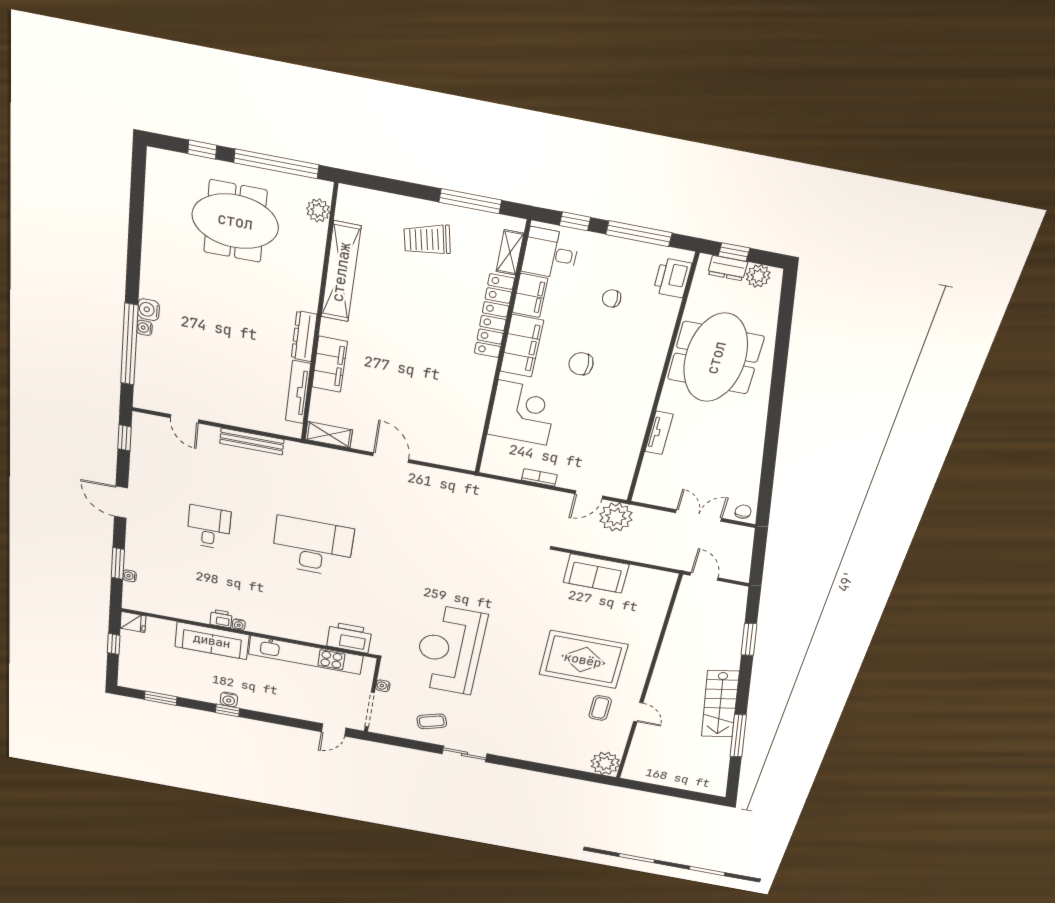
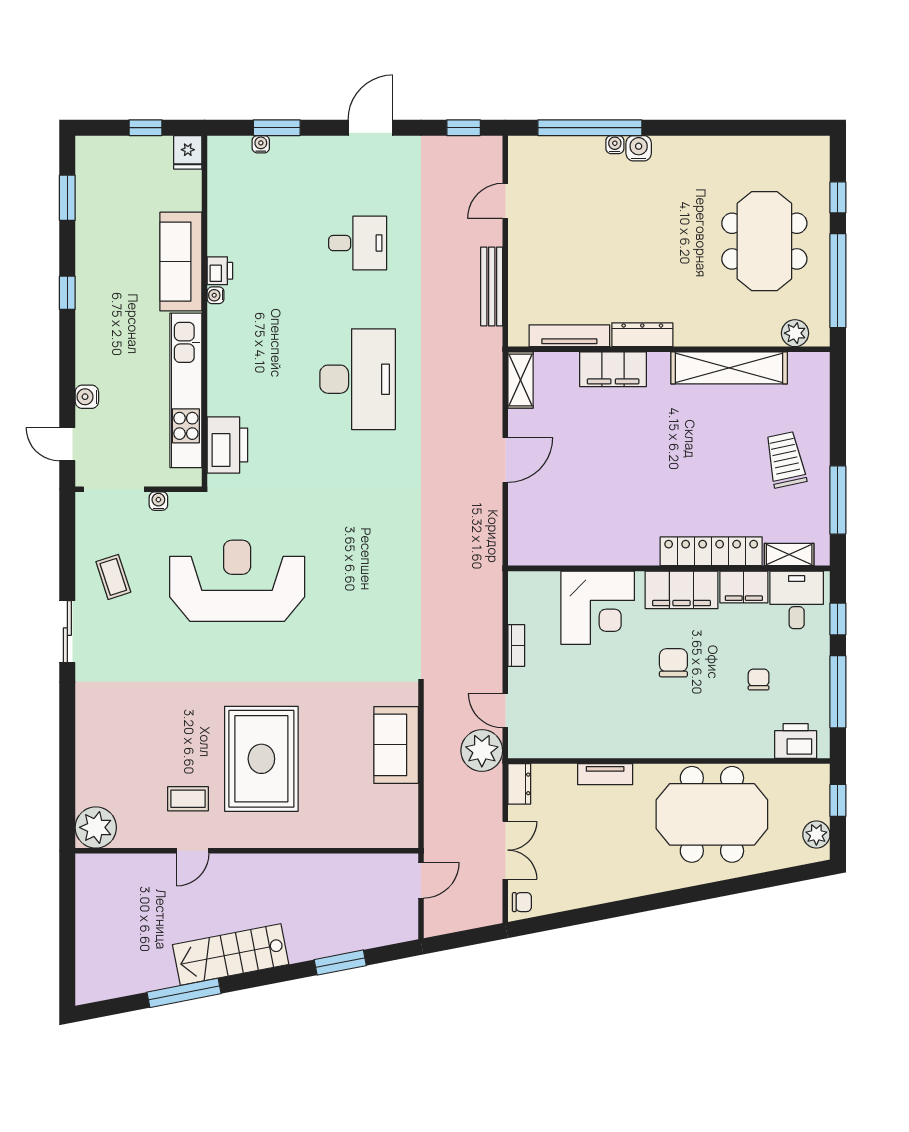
dresser: (728, 268) -> (519, 784), moved, turned 180
water cooler: (229, 699) -> (87, 397), moved

